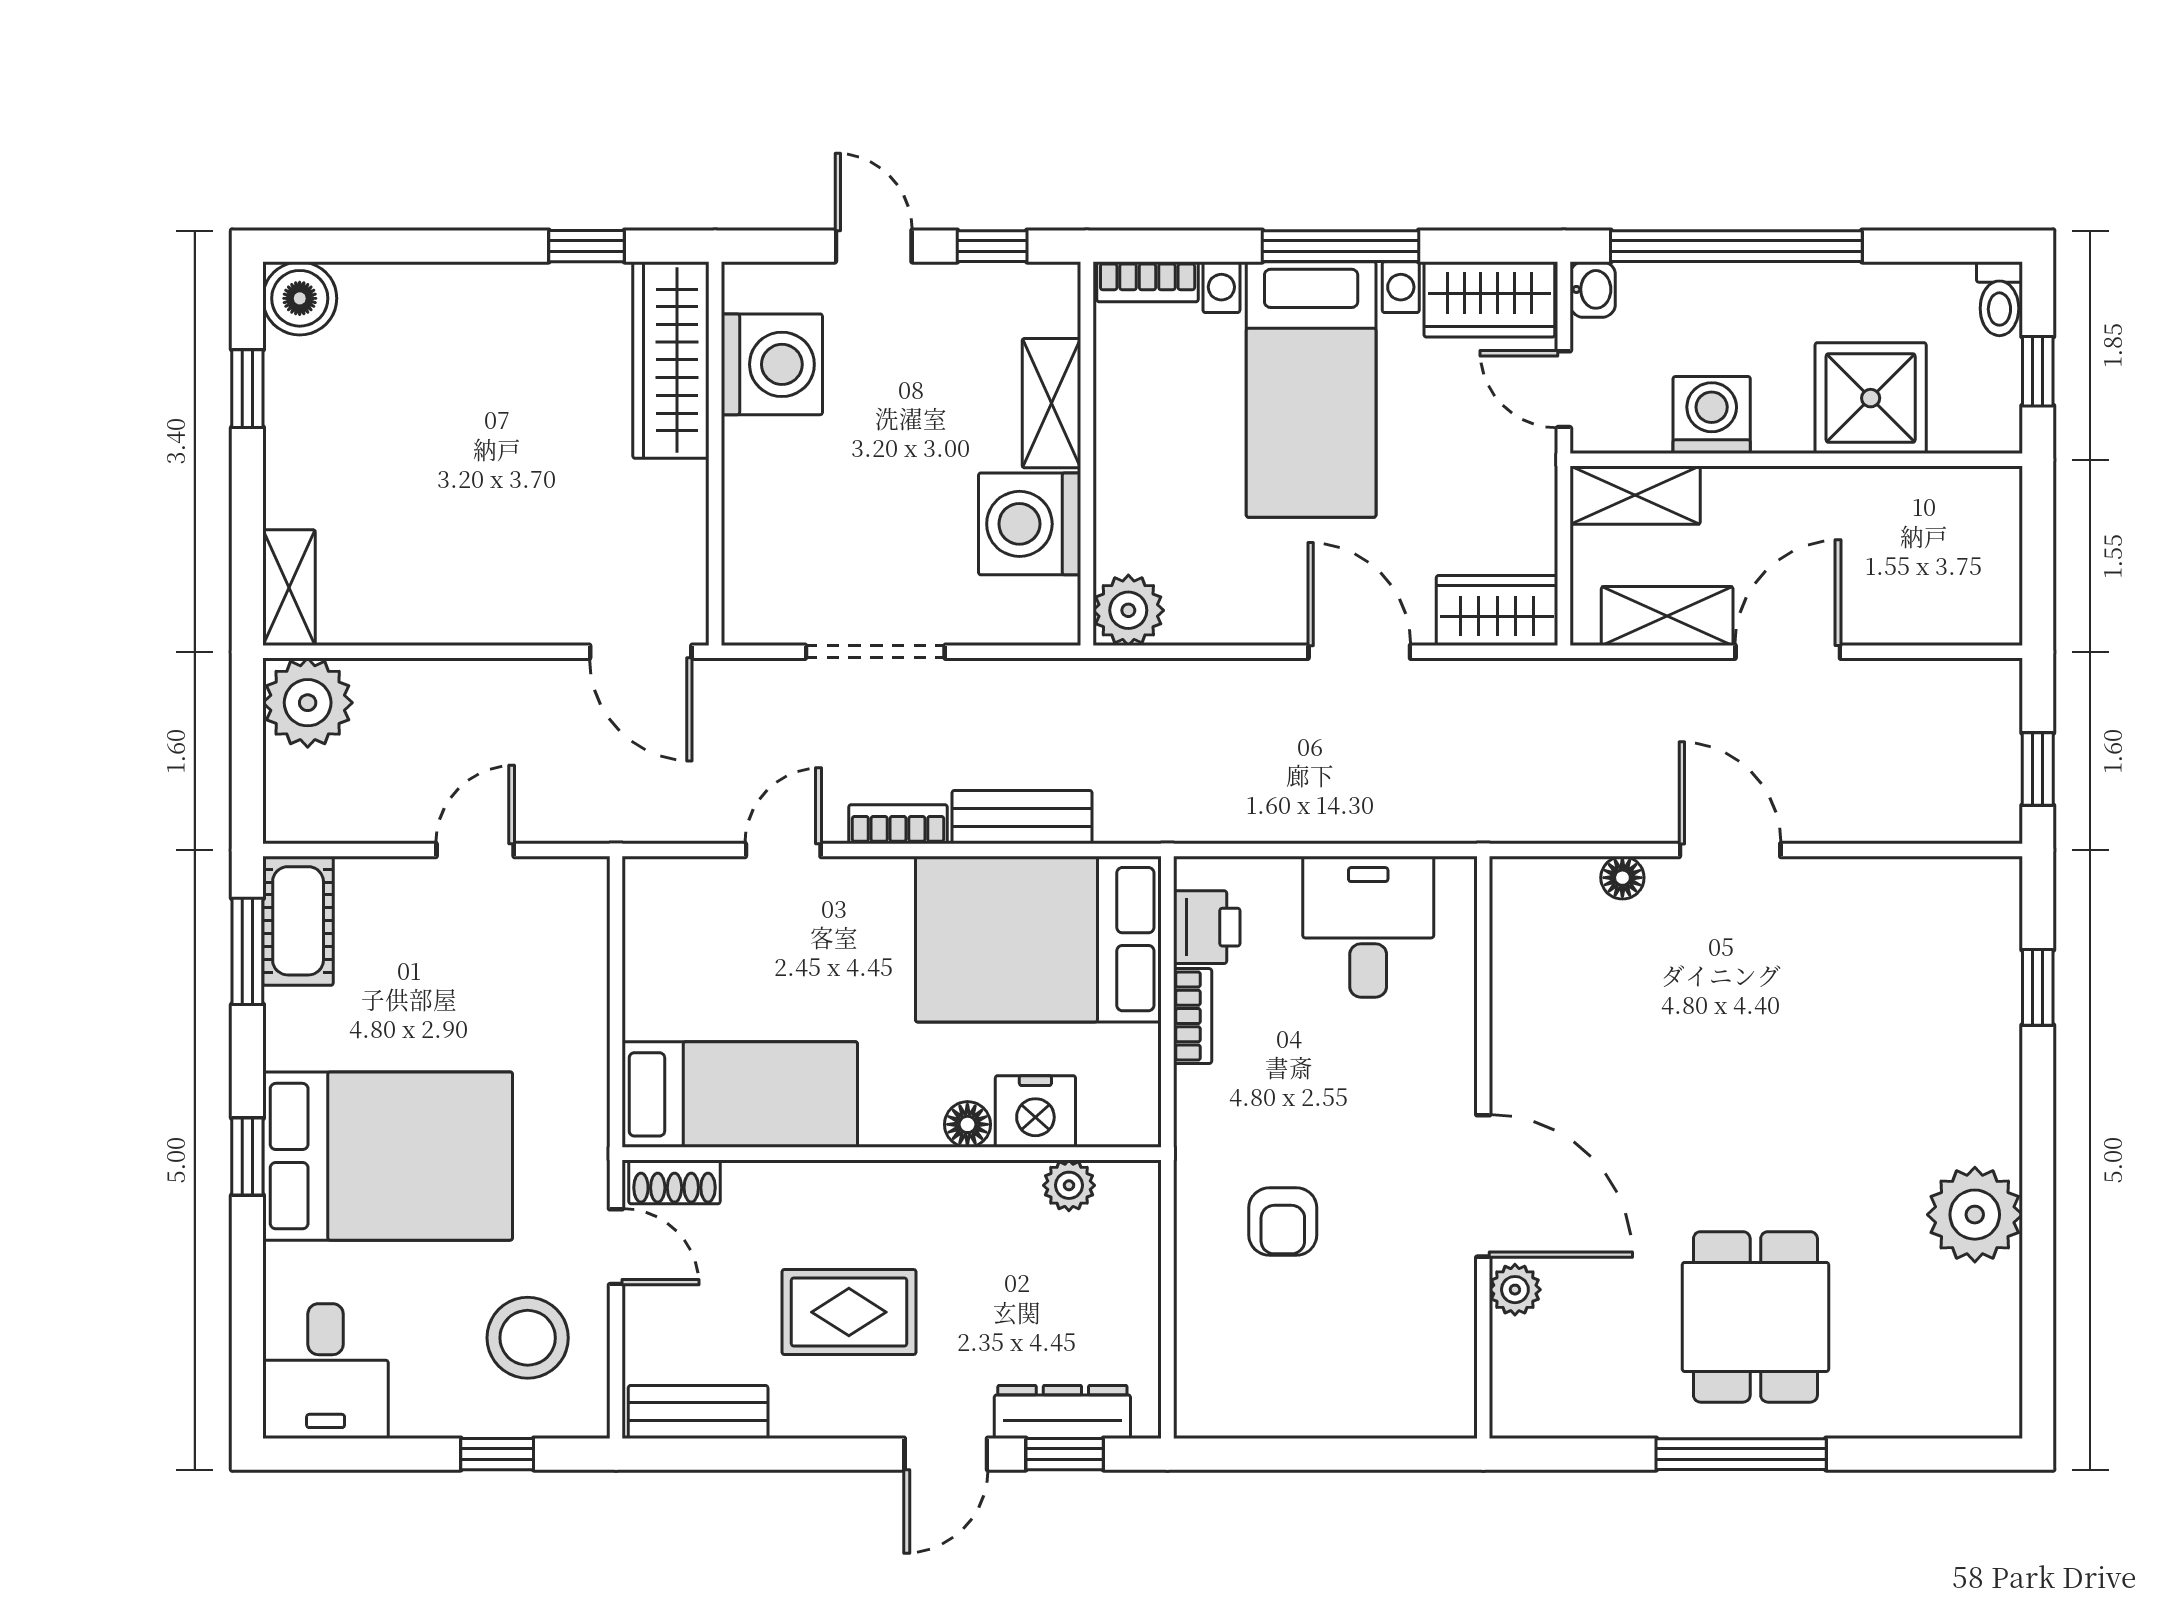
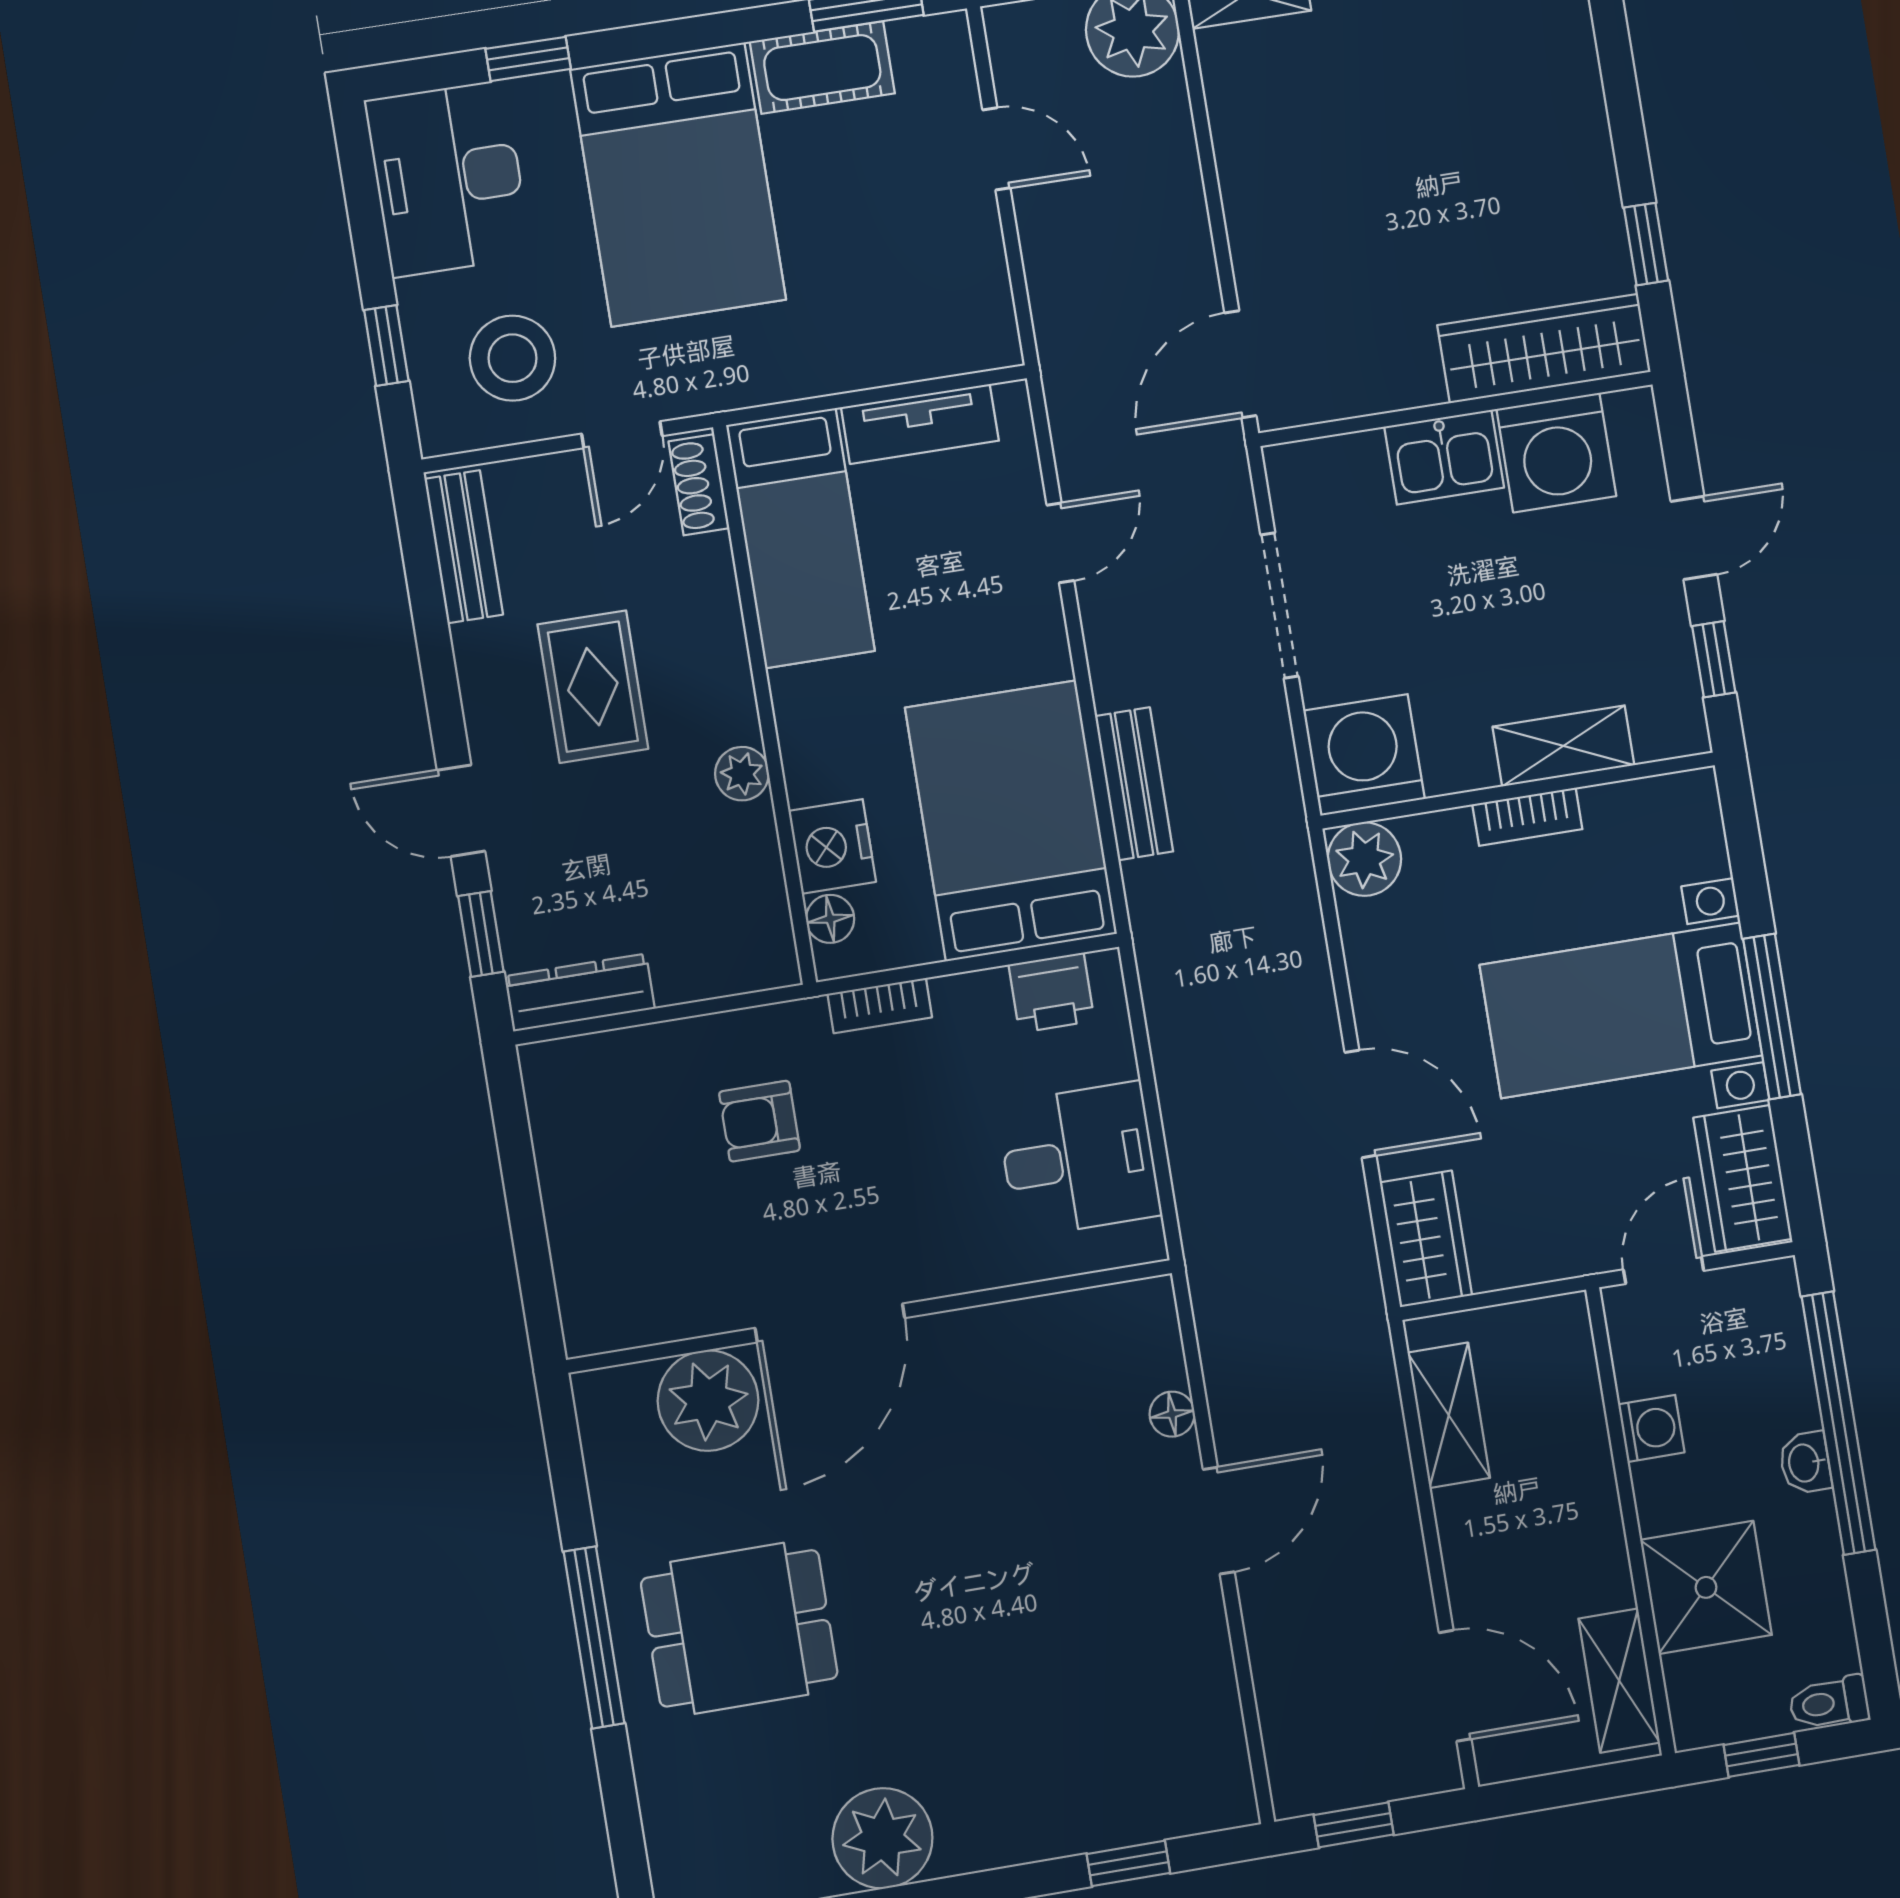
bookcase: (1148, 282) -> (1527, 817), moved, turned -90
washbasin: (1593, 289) -> (1805, 1463), moved, turned 90
washing machine: (1712, 415) -> (1651, 1428), width x0.73, depth x0.73
kitchen sink: (759, 472) -> (1444, 457), added
shelving: (1635, 495) -> (1619, 1681), moved
washing machine: (1030, 524) -> (1364, 755), moved
door: (1359, 652) -> (1360, 1104), hinge flipped
door: (1788, 652) -> (1455, 1686), moved
bookcase: (898, 824) -> (1106, 657), removed
door: (475, 850) -> (996, 149), moved
door: (783, 850) -> (1060, 543), hinge flipped
cot: (298, 921) -> (822, 68), moved
tv unit: (650, 964) -> (920, 424), added
bookcase: (1193, 1016) -> (880, 1006), moved
floor lamp: (967, 1124) -> (830, 919), moved
window: (247, 1157) -> (528, 59), moved
plant: (1069, 1185) -> (742, 774), moved
plant: (1515, 1290) -> (708, 1401), width x1.88, depth x1.88
desk: (326, 1371) -> (448, 179), width x1.37
dresser: (1062, 1412) -> (580, 993), moved, turned -90

